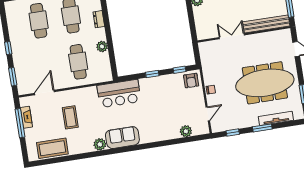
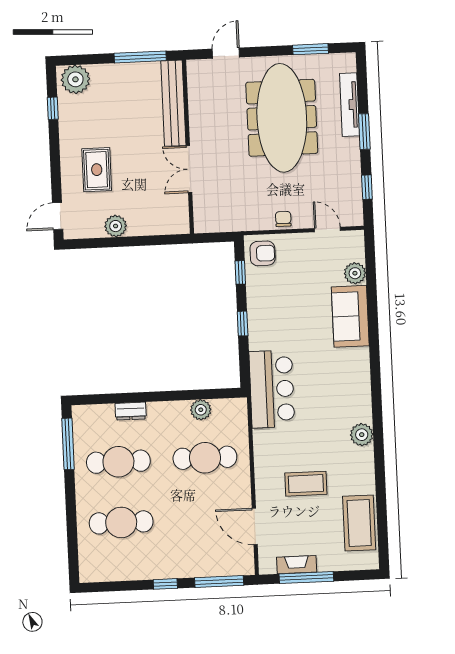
plant: (102, 46) -> (201, 410), moved
window: (13, 77) -> (219, 582), width x1.44
sofa: (122, 138) -> (350, 316), moved

